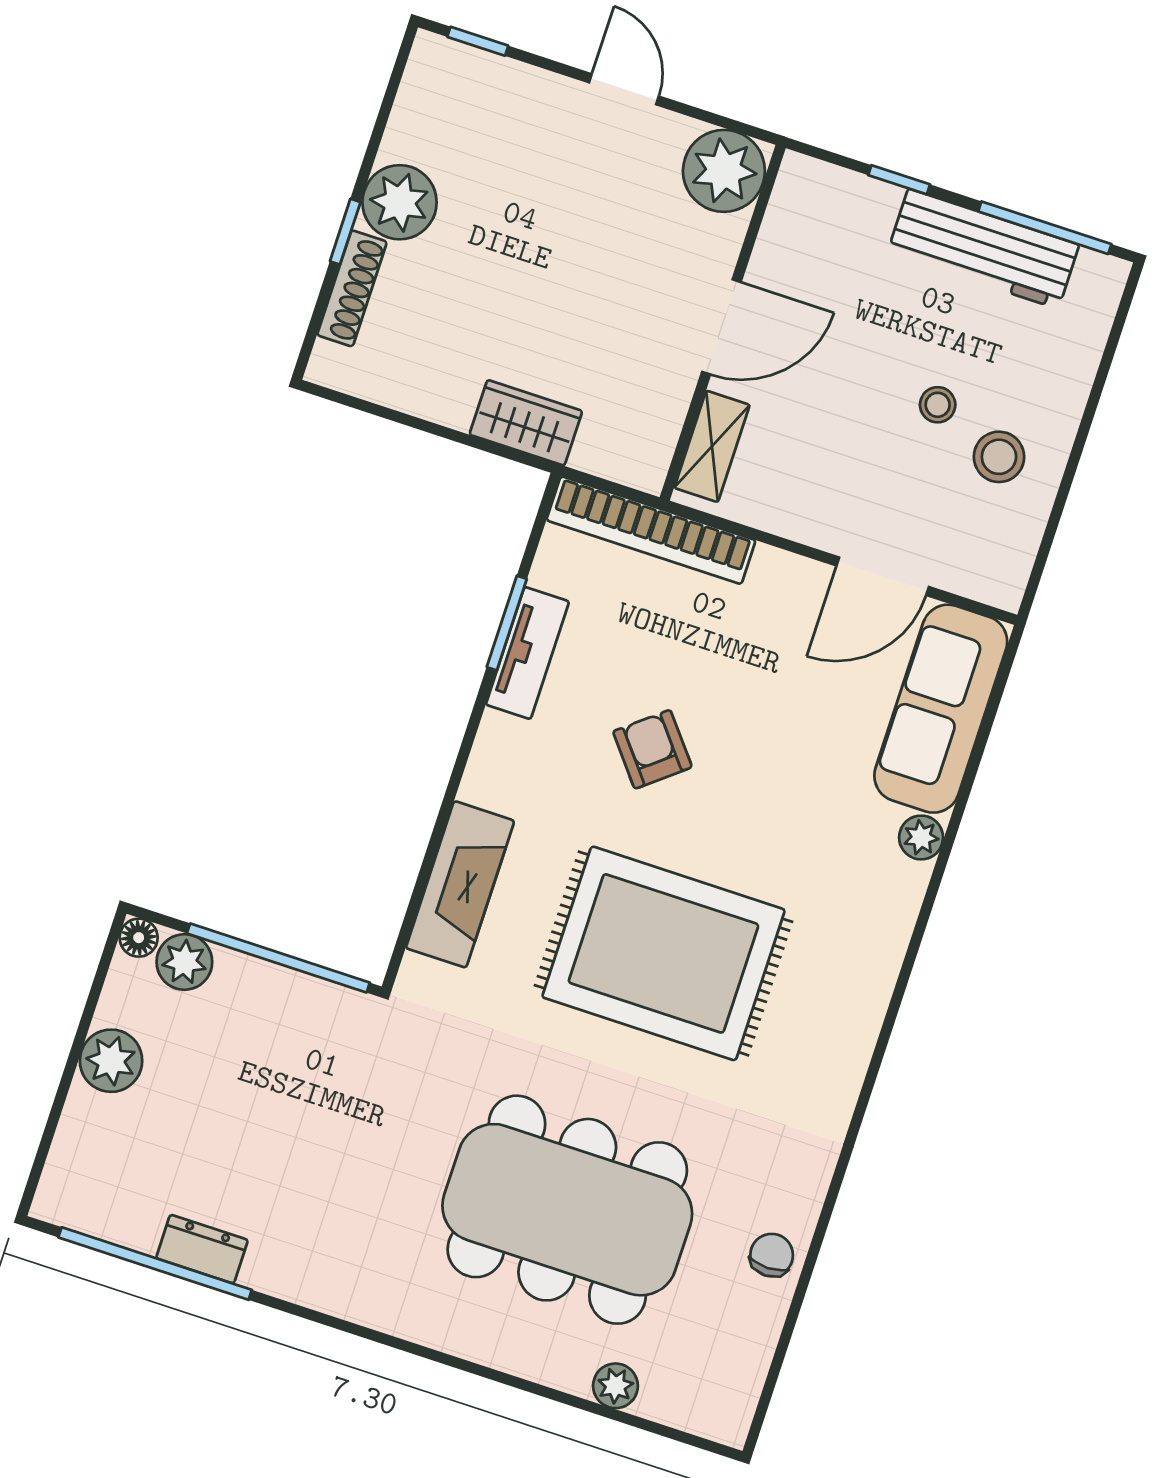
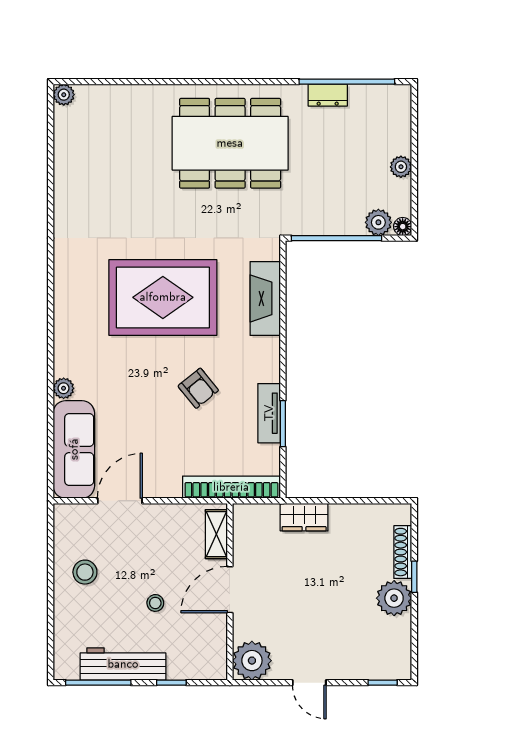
stool: (938, 405) -> (155, 603), moved
plant: (111, 1061) -> (401, 167), width x0.73, depth x0.73
dining table: (567, 1210) -> (230, 143), moved
chair: (772, 1255) -> (69, 177), removed
plant: (615, 1386) -> (64, 95), moved

